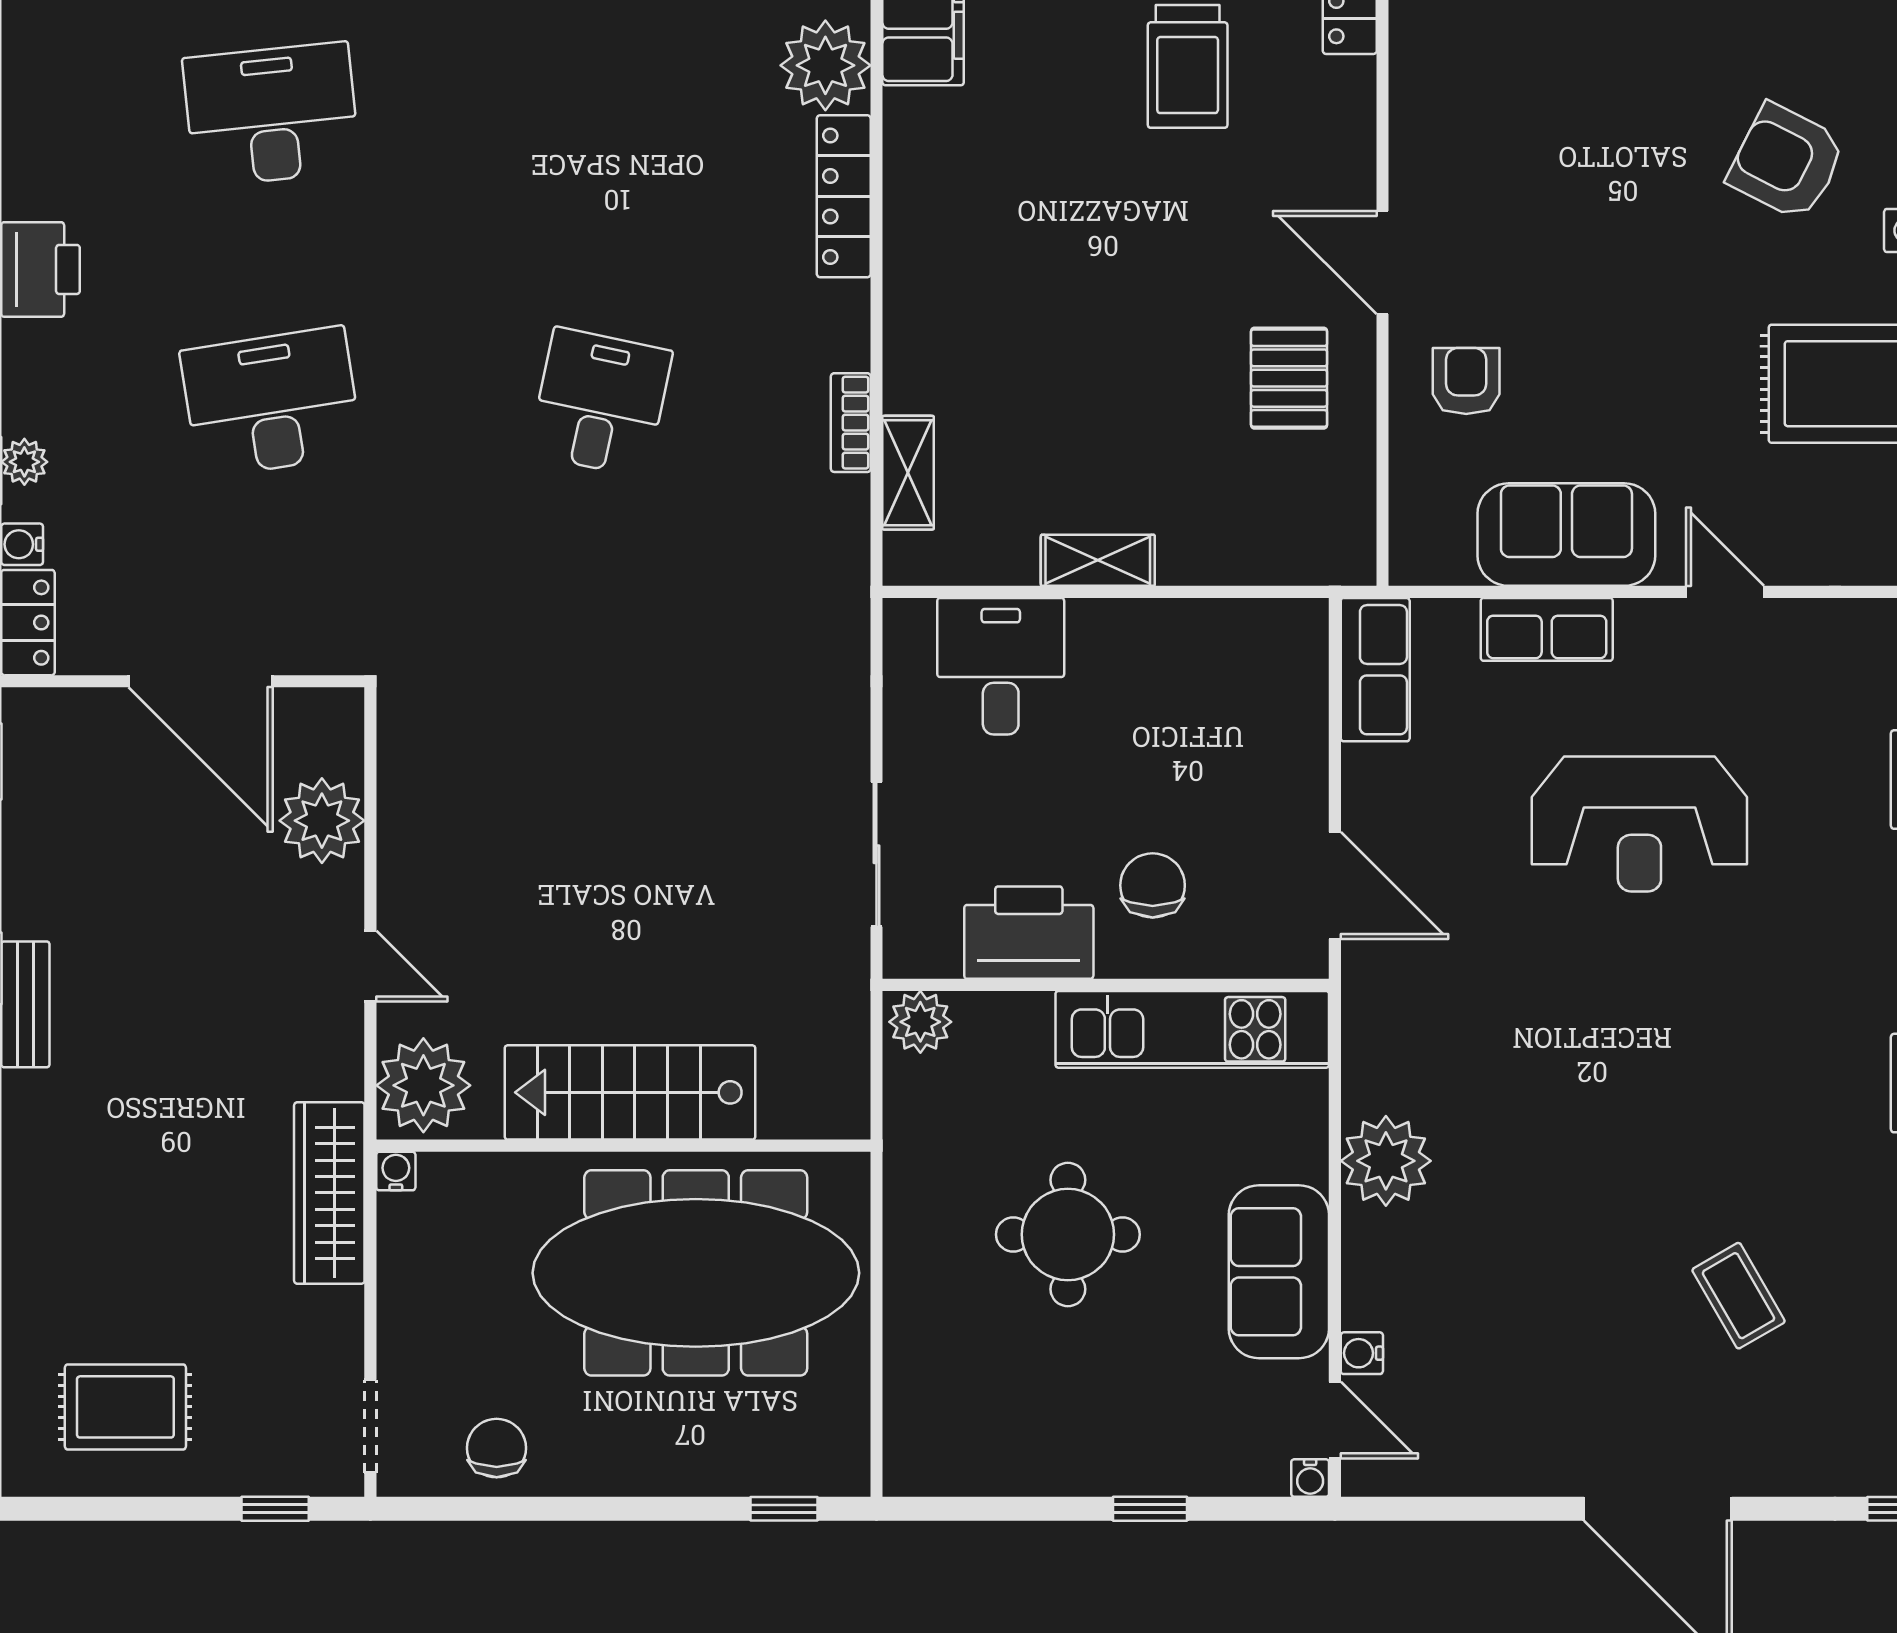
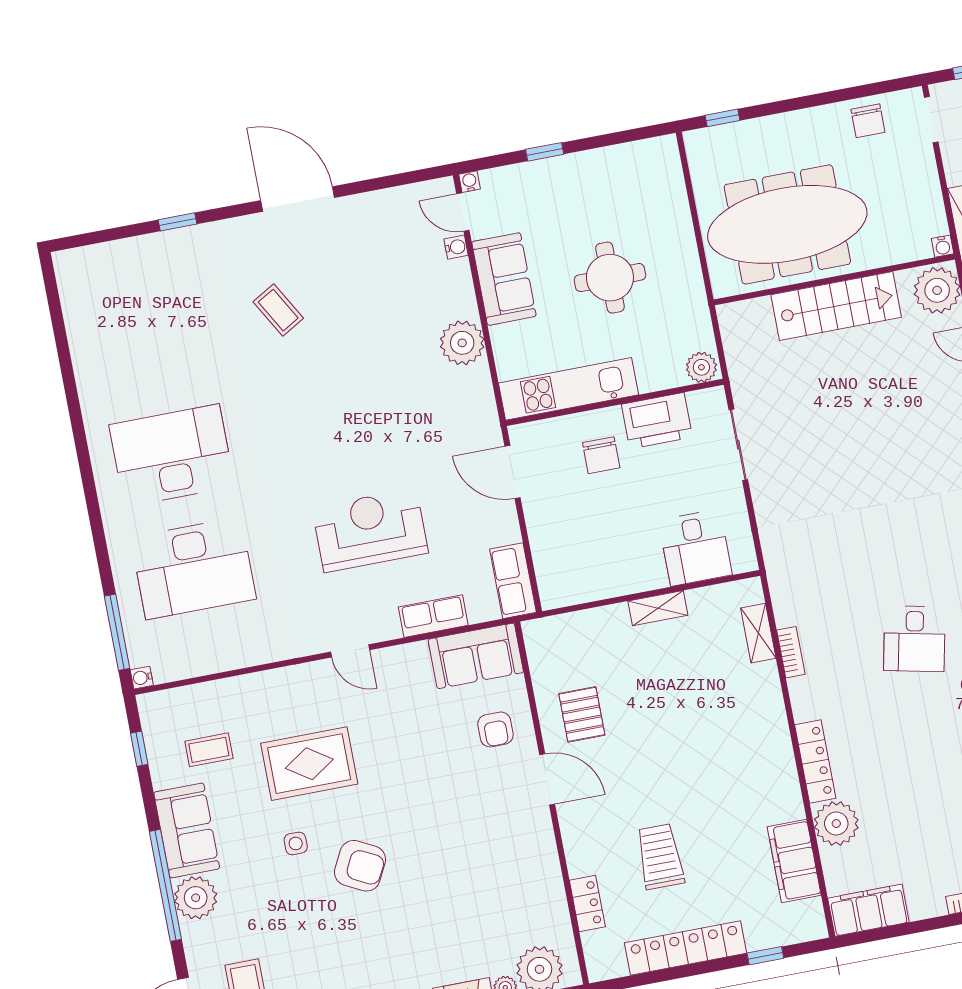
sofa: (1566, 535) -> (476, 656), moved

